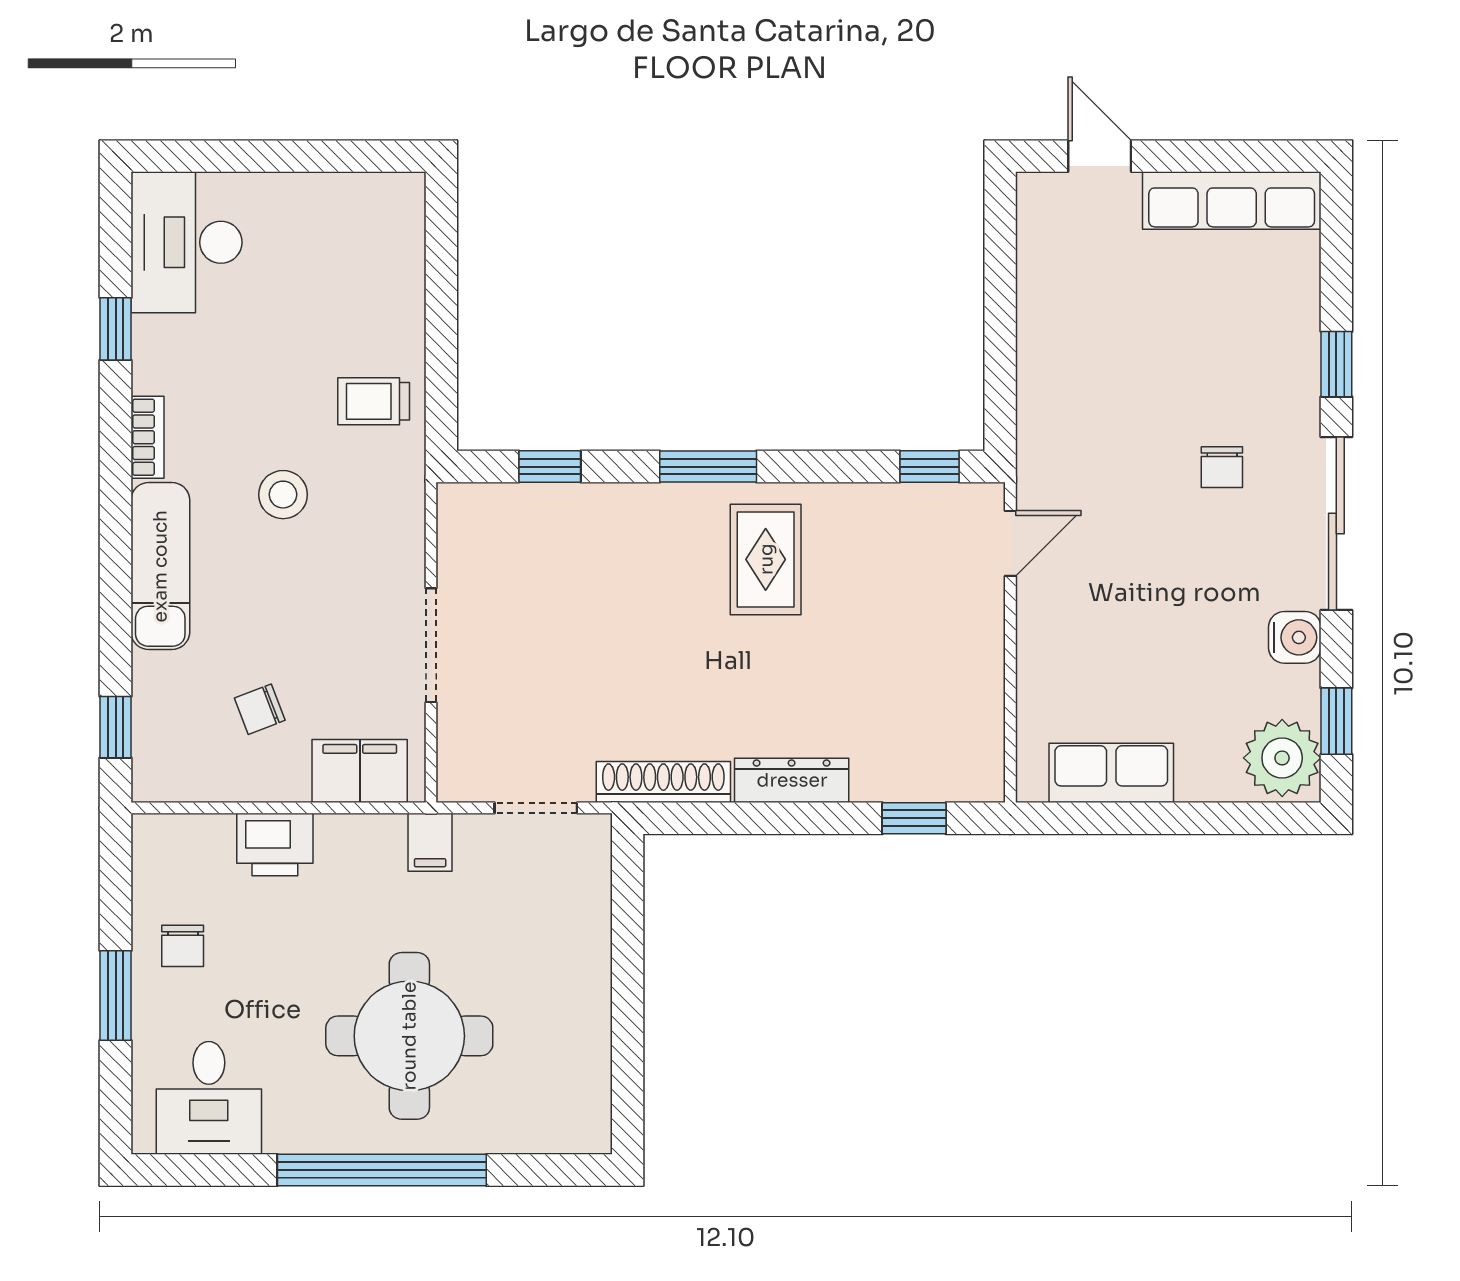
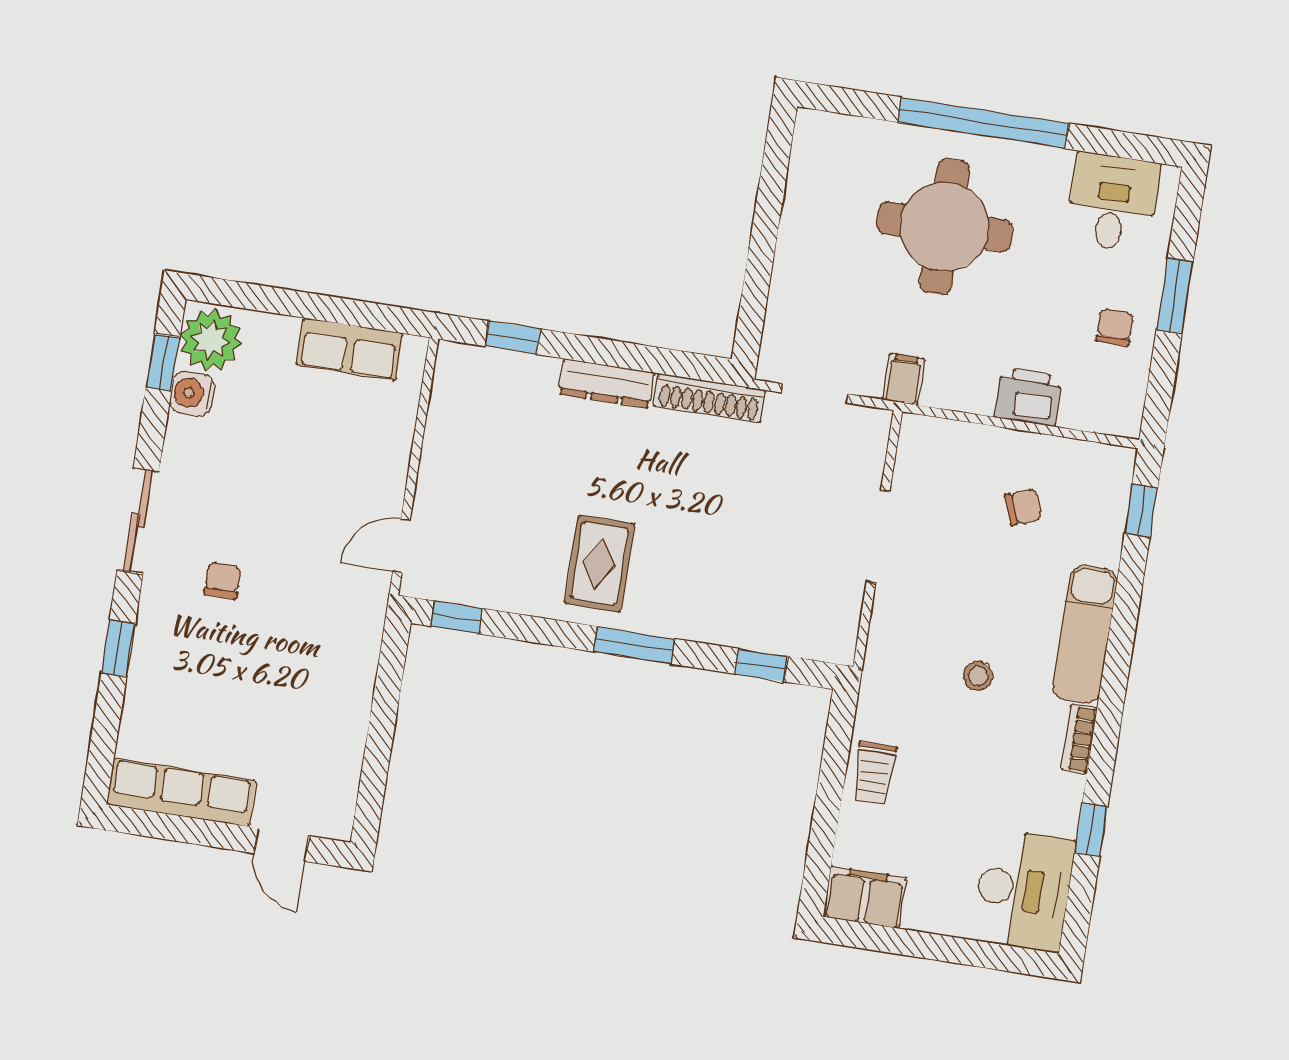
trolley: (374, 401) -> (874, 773), moved, turned 90
stool: (283, 495) -> (978, 676), width x0.73, depth x0.73
sliding door: (1336, 524) -> (138, 521), width x0.73
water cooler: (1295, 637) -> (192, 393), moved
filing cabinet: (360, 771) -> (865, 897), moved, turned 180

